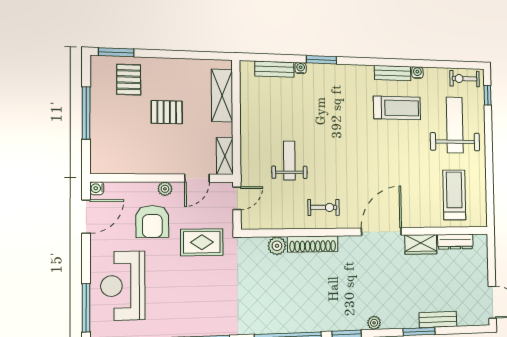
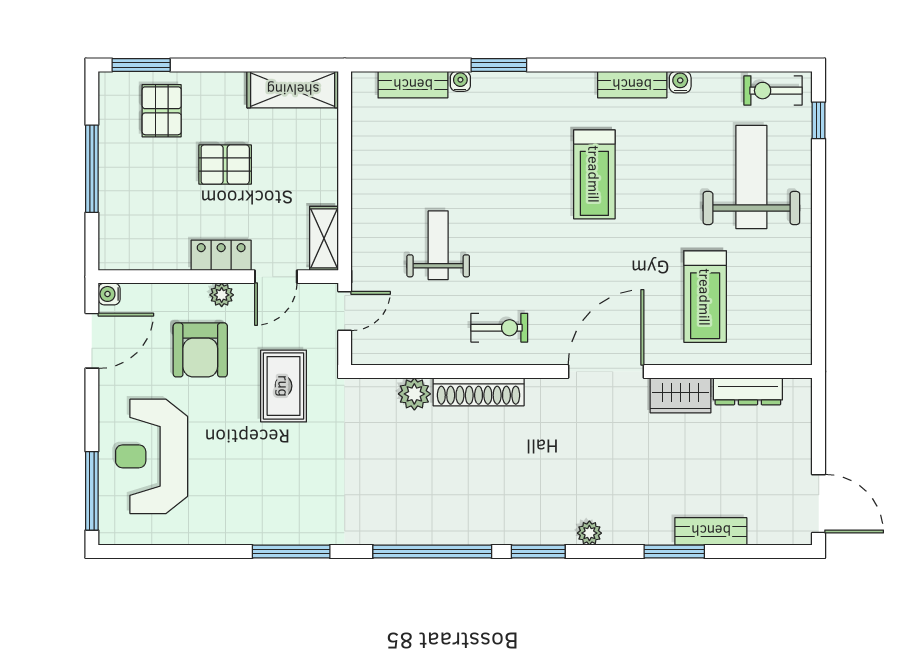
shelving: (222, 96) -> (293, 90), moved, turned 90
treadmill: (397, 108) -> (594, 174), moved, turned 90
locker: (165, 165) -> (221, 255), added
treadmill: (454, 195) -> (705, 297), moved, turned 180
rug: (202, 242) -> (284, 386), turned 90

